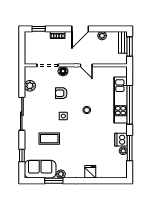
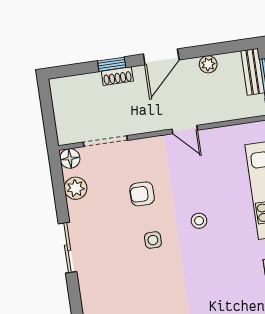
window: (39, 29) -> (112, 64), moved
floor lamp: (63, 71) -> (70, 158), moved
sliding door: (22, 114) -> (68, 248), width x0.73
coffee table: (49, 139) -> (131, 290), removed

